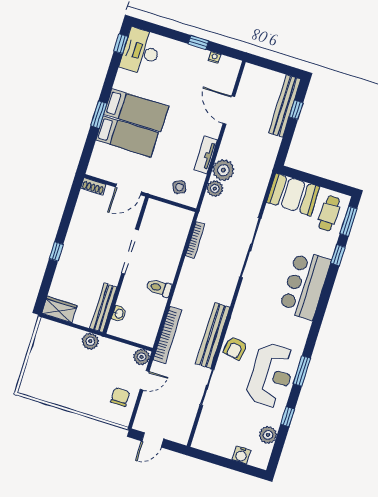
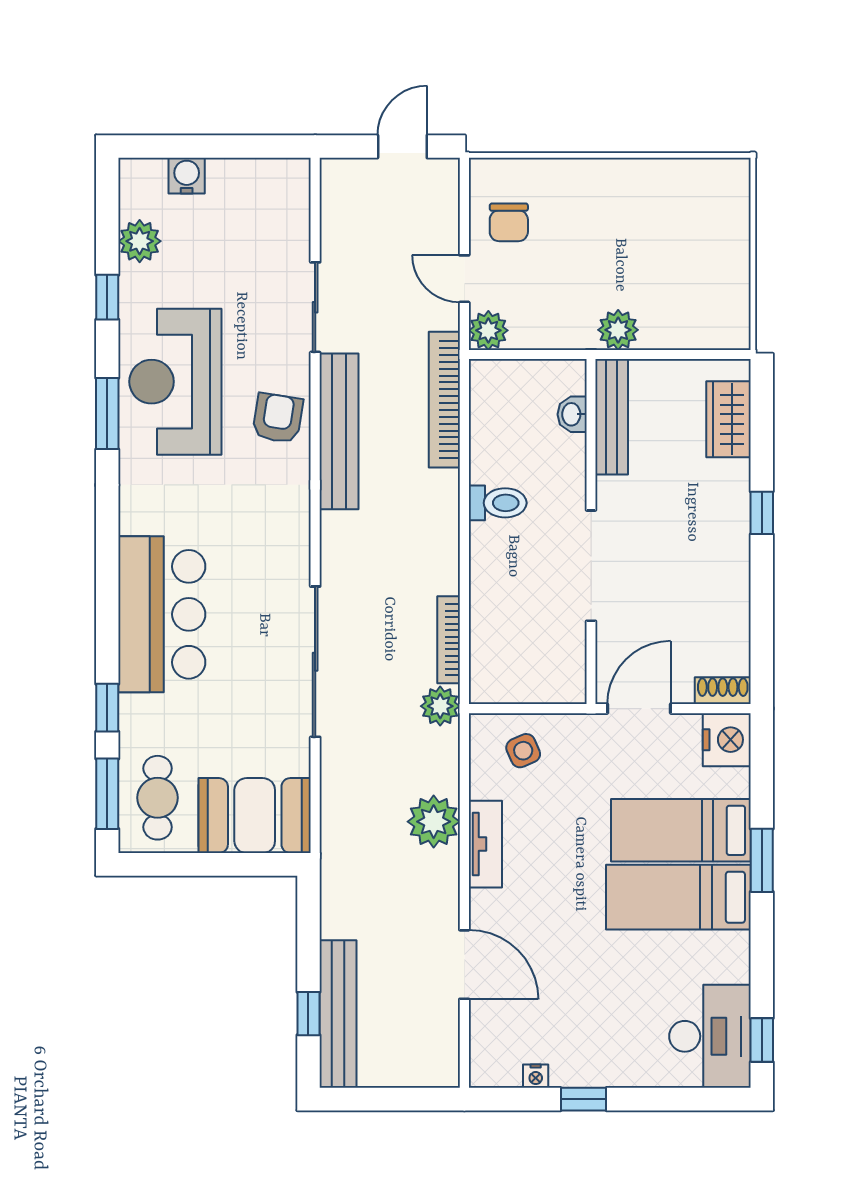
nightstand: (98, 166) -> (727, 740), added
plant: (215, 189) -> (440, 706), moved
wardrobe: (59, 309) -> (728, 419), moved, turned 90
door: (145, 380) -> (464, 279), hinge flipped

